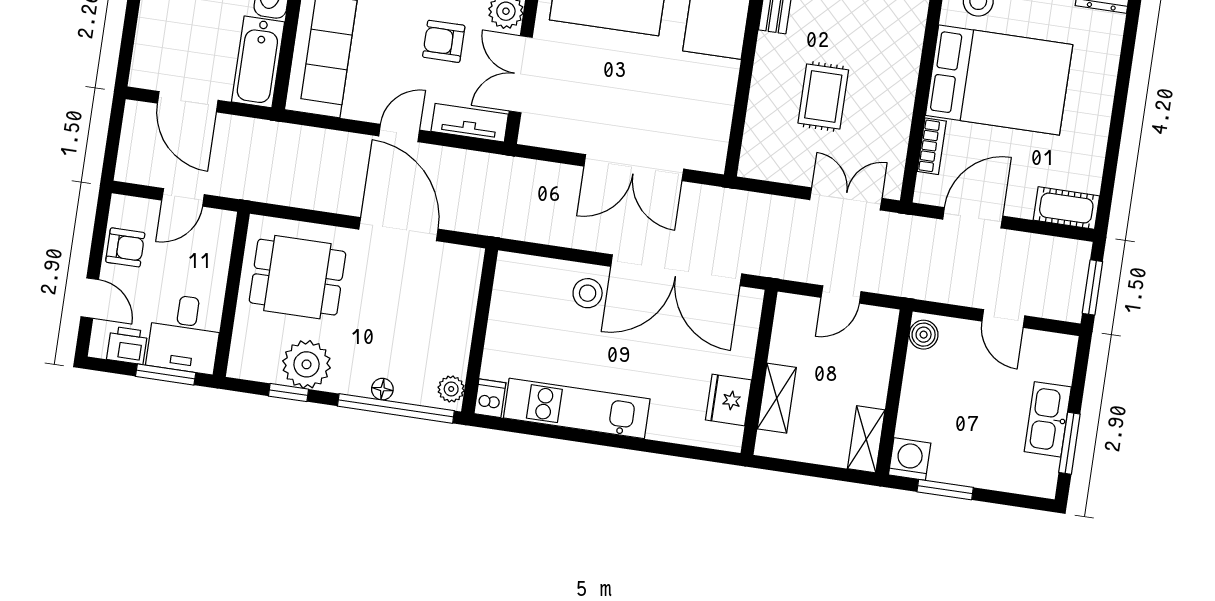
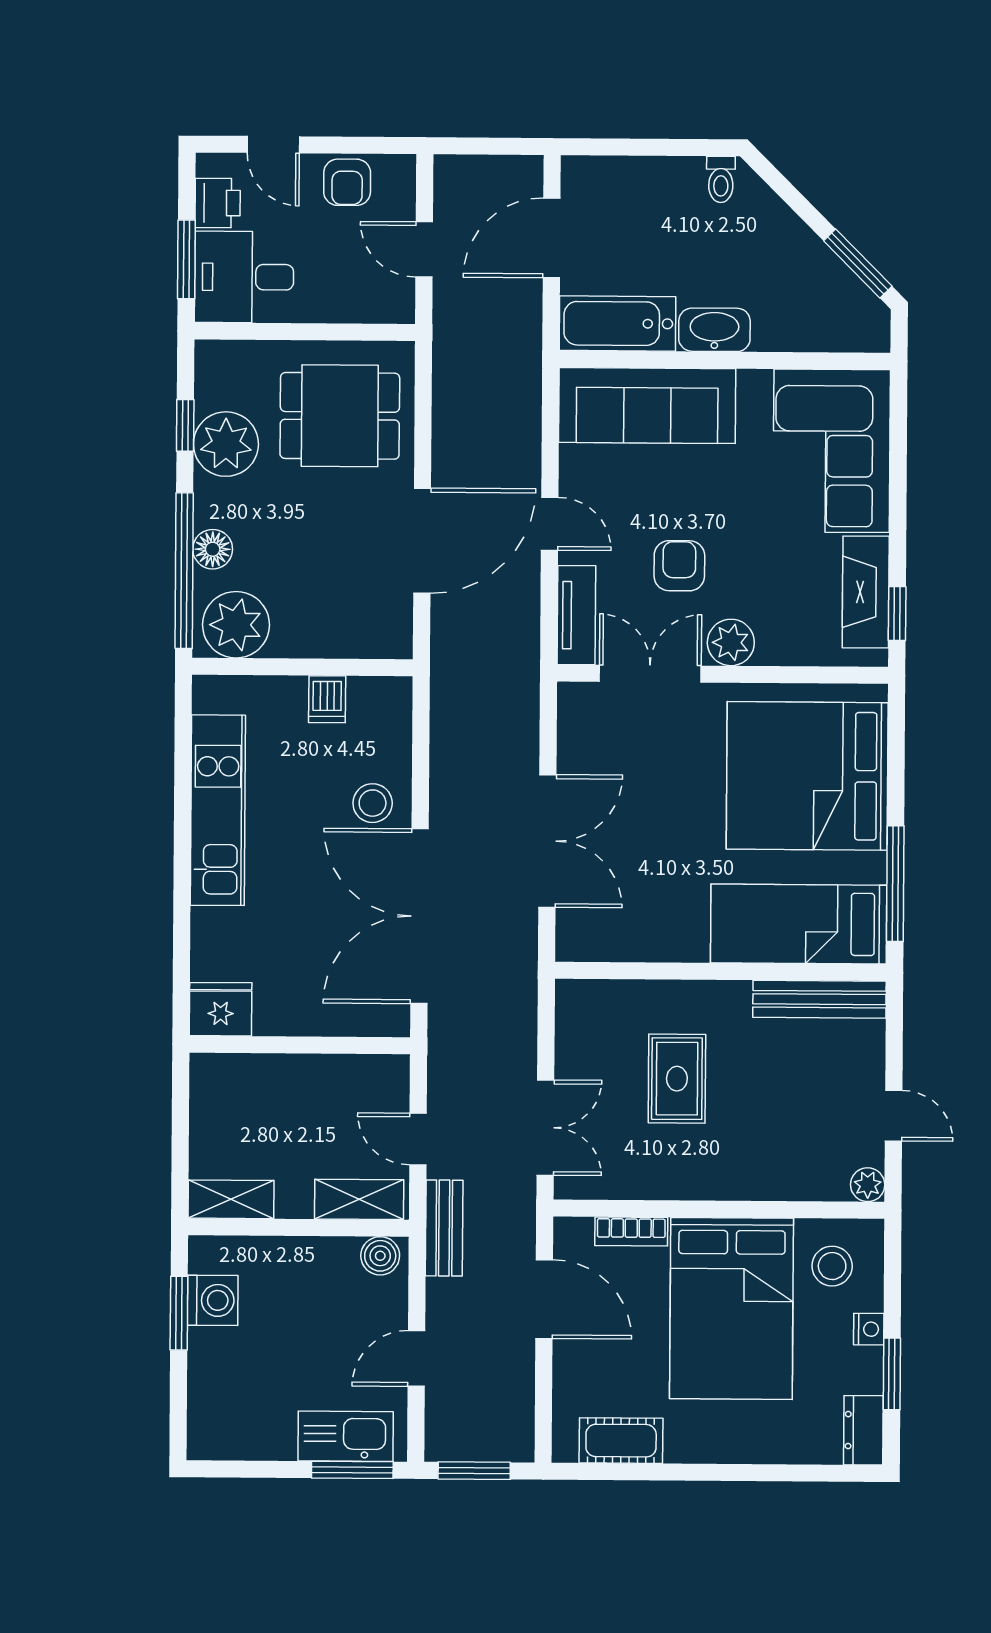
rug: (823, 96) -> (677, 1079), turned 90
double door: (634, 168) -> (547, 841), swing flipped
cot: (1066, 208) -> (621, 1441), moved, turned 90
dining table: (297, 277) -> (340, 416), turned 90
bench: (910, 284) -> (444, 1228), added
door: (90, 298) -> (273, 145), hinge flipped
floor lamp: (382, 389) -> (213, 549), width x1.37, depth x1.37
plant: (451, 389) -> (236, 625), width x1.87, depth x1.87
dishwasher: (490, 398) -> (327, 699), moved, turned 90
shelving: (777, 398) -> (359, 1199), moved
fridge: (728, 400) -> (221, 1009), moved
kitchen sink: (1048, 419) -> (346, 1436), moved
window: (1069, 443) -> (352, 1470), moved
washing machine: (910, 459) -> (213, 1300), moved

